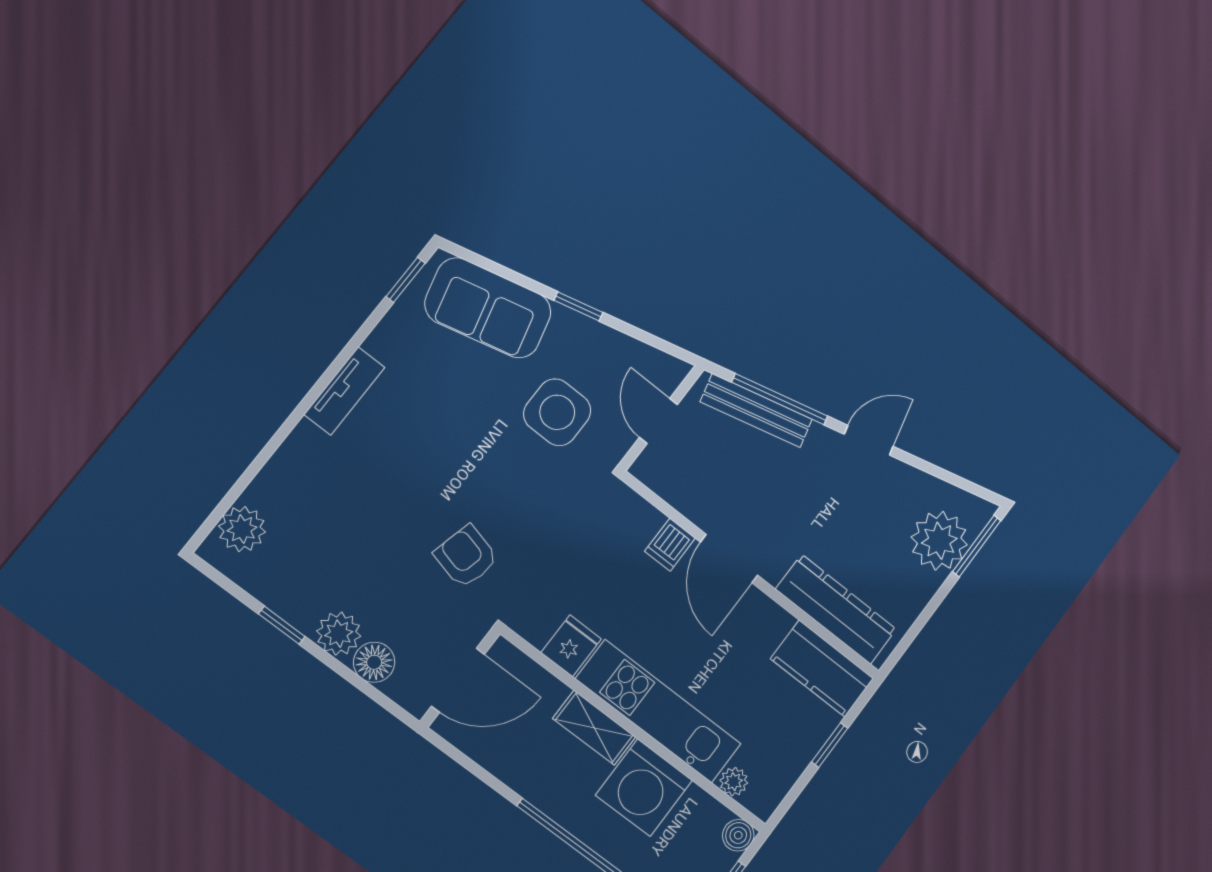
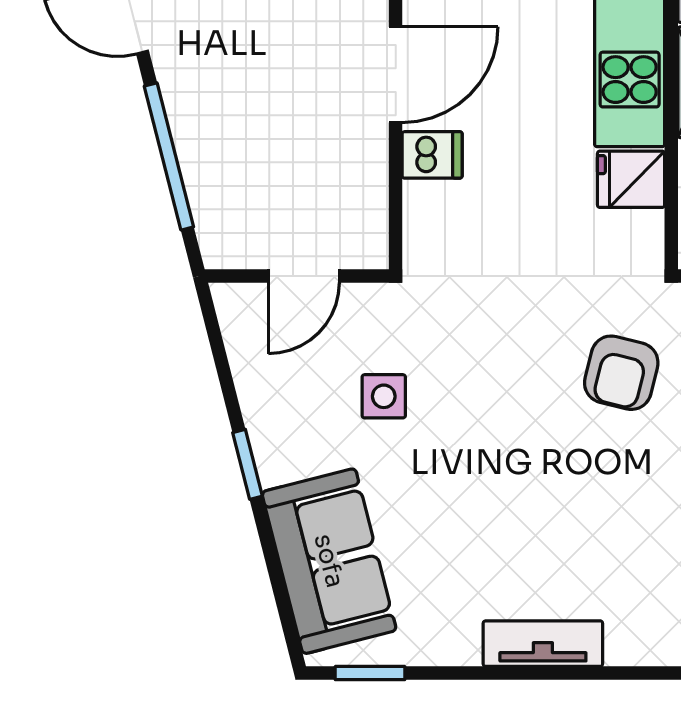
bench: (756, 411) -> (203, 173), removed
side table: (557, 412) -> (384, 396), width x0.54, depth x0.54

